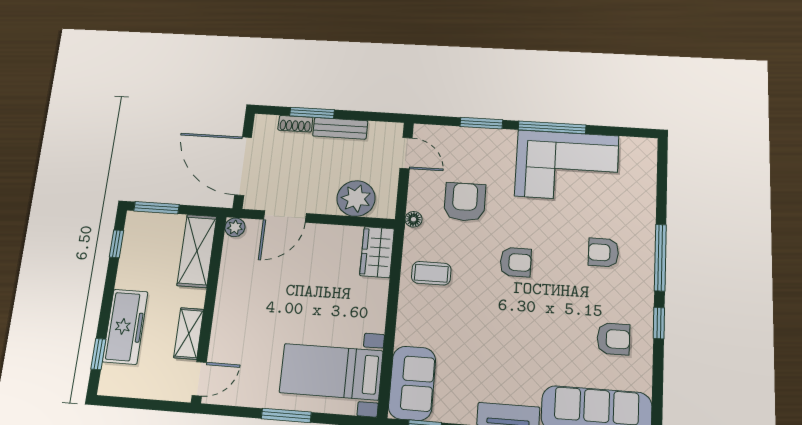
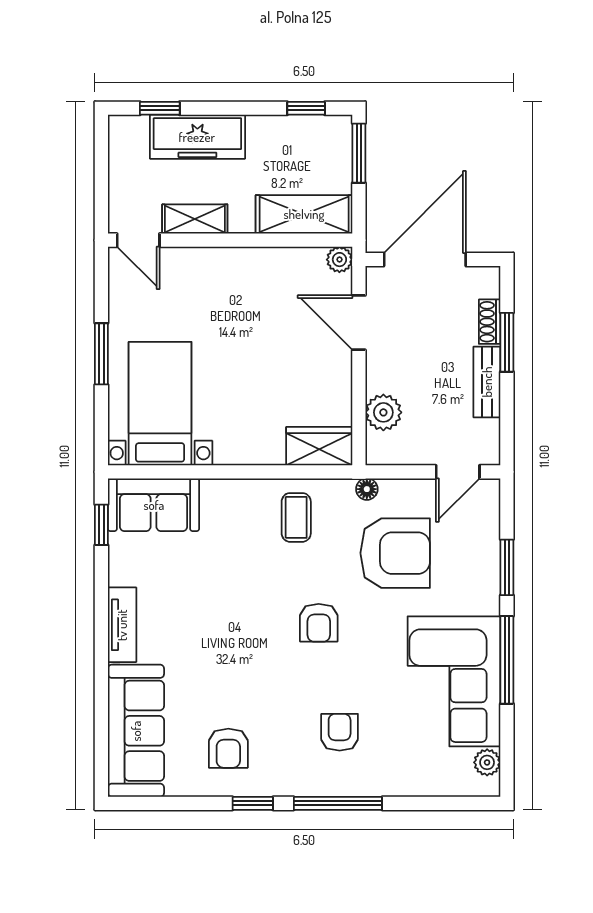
plant: (631, 146) -> (487, 762), added
plant: (356, 198) -> (383, 412), width x0.73, depth x0.73
armchair: (465, 202) -> (395, 553), width x1.36, depth x1.36

